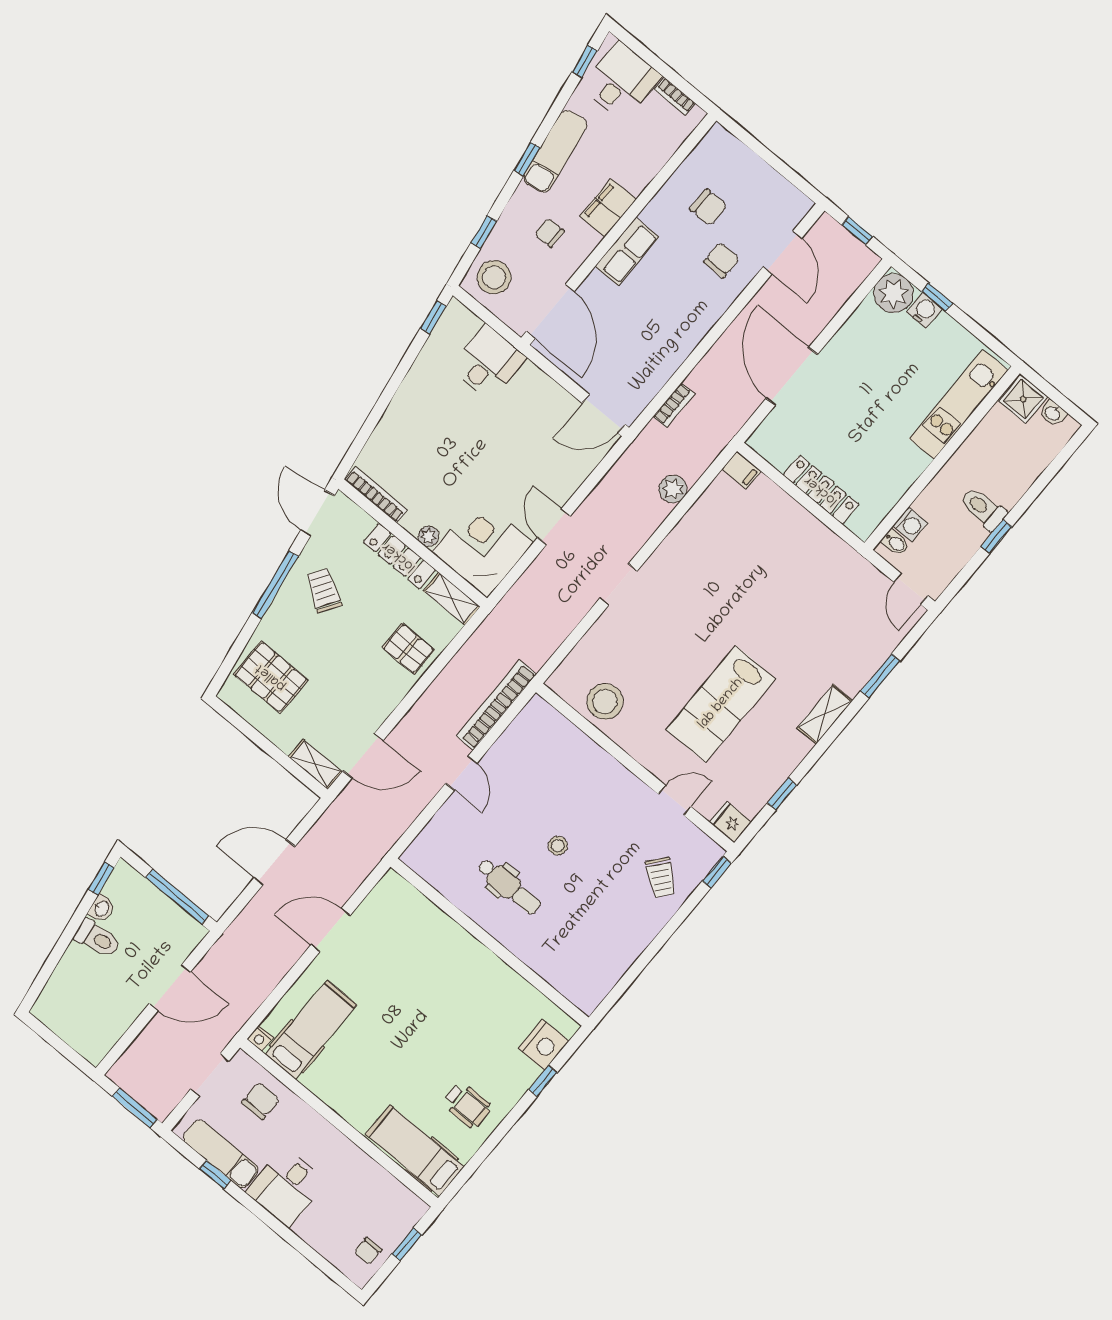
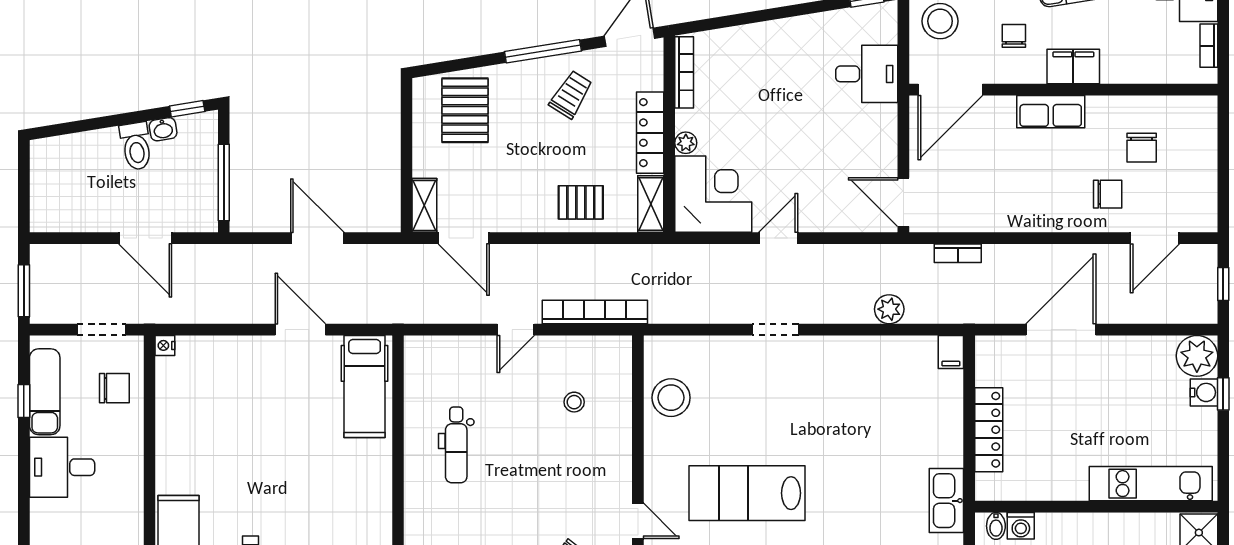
kitchen sink: (847, 563) -> (946, 501), added
pallet: (408, 649) -> (581, 202), turned 90
stool: (558, 846) -> (574, 402), moved
hospital bed: (311, 1030) -> (365, 386), moved, turned 90

